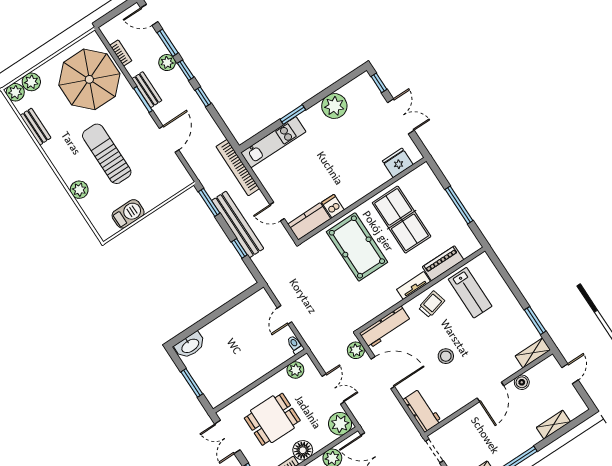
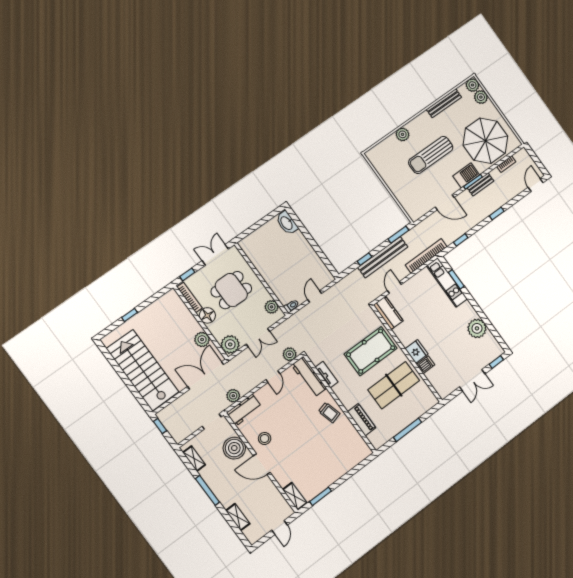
window: (168, 43) -> (516, 199), removed
plant: (167, 63) -> (233, 396), moved
window: (203, 97) -> (461, 240), moved
window: (293, 114) -> (456, 279), moved
bench: (35, 127) -> (444, 103), width x1.36
sun lounger: (107, 154) -> (431, 155), turned 180
fridge: (398, 163) -> (417, 351), moved
dishwasher: (333, 206) -> (426, 365), moved
barbecue: (128, 214) -> (466, 175), moved, turned -90
tv unit: (413, 285) -> (327, 375), moved
lab bench: (470, 293) -> (340, 443), removed
door: (285, 315) -> (315, 296), hinge flipped
stool: (446, 356) -> (265, 438), moved
door: (383, 373) -> (273, 377), width x0.53
door: (570, 374) -> (280, 528), hinge flipped
boiler: (522, 382) -> (234, 448), moved, width x1.86, depth x1.86
window: (192, 383) -> (257, 225), removed
dining table: (272, 419) -> (231, 290), turned 90

